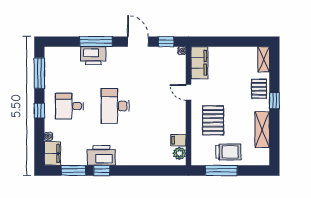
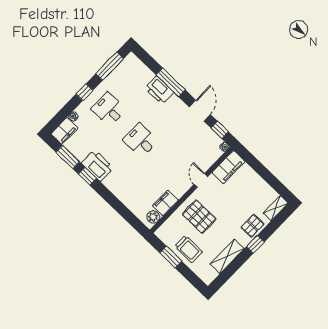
desk: (115, 106) -> (140, 140), width x0.73
pallet: (213, 120) -> (199, 217), turned 90
filing cabinet: (178, 140) -> (165, 203), width x2.00
window: (221, 170) -> (171, 257), width x0.69

